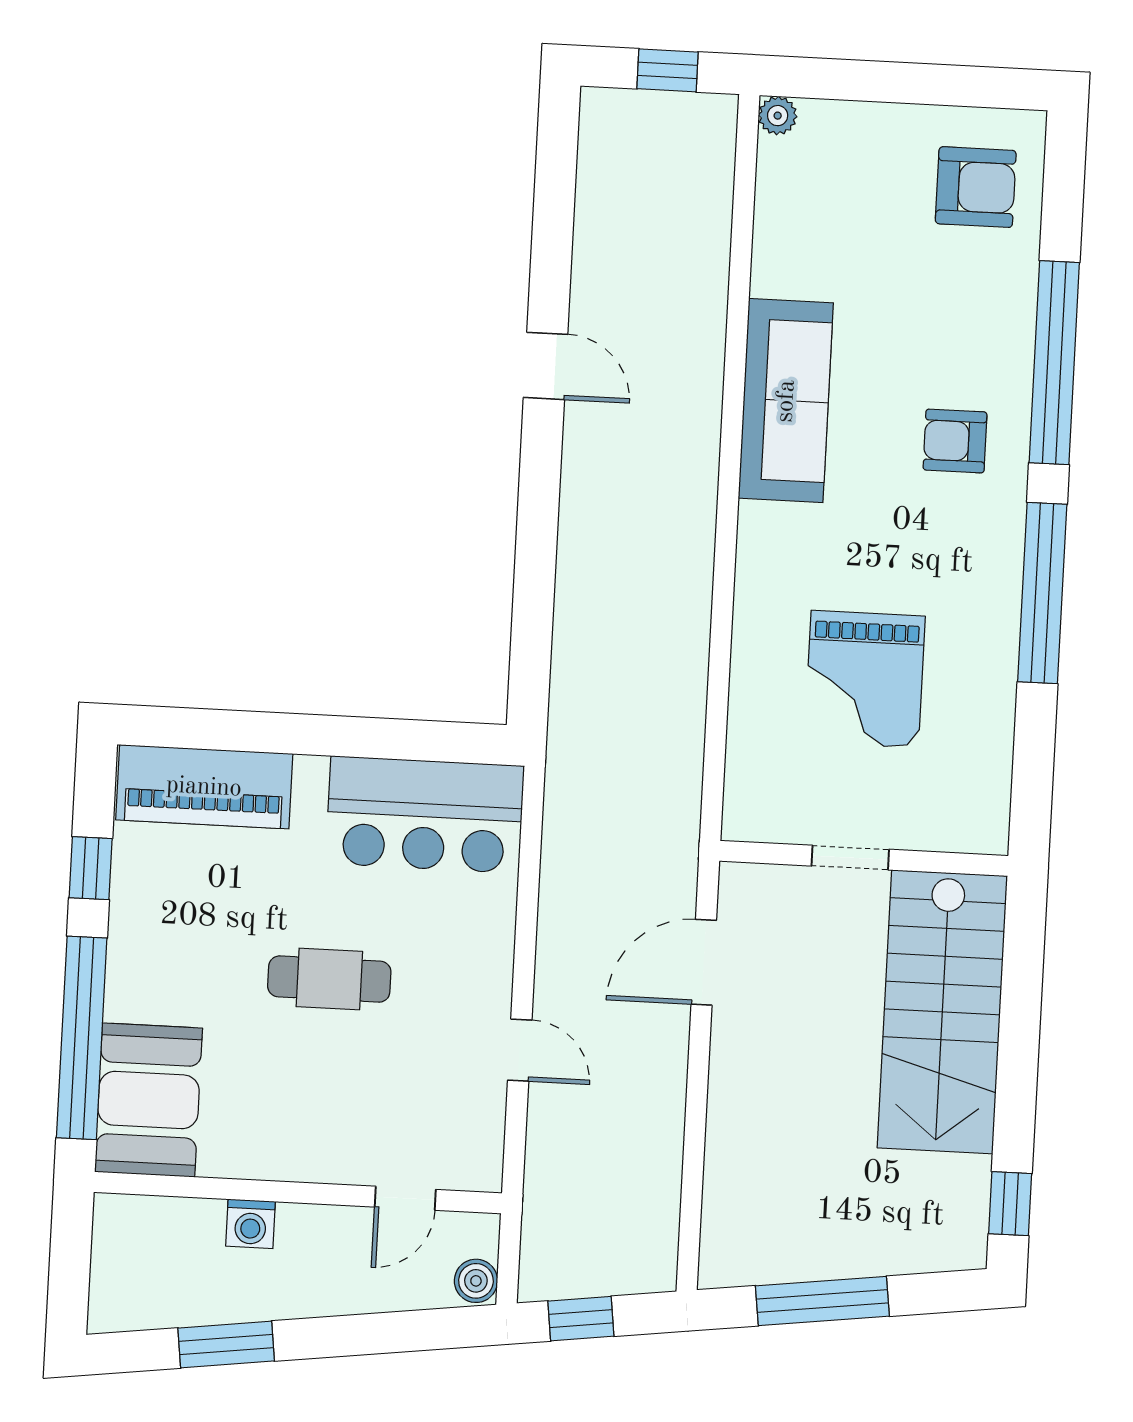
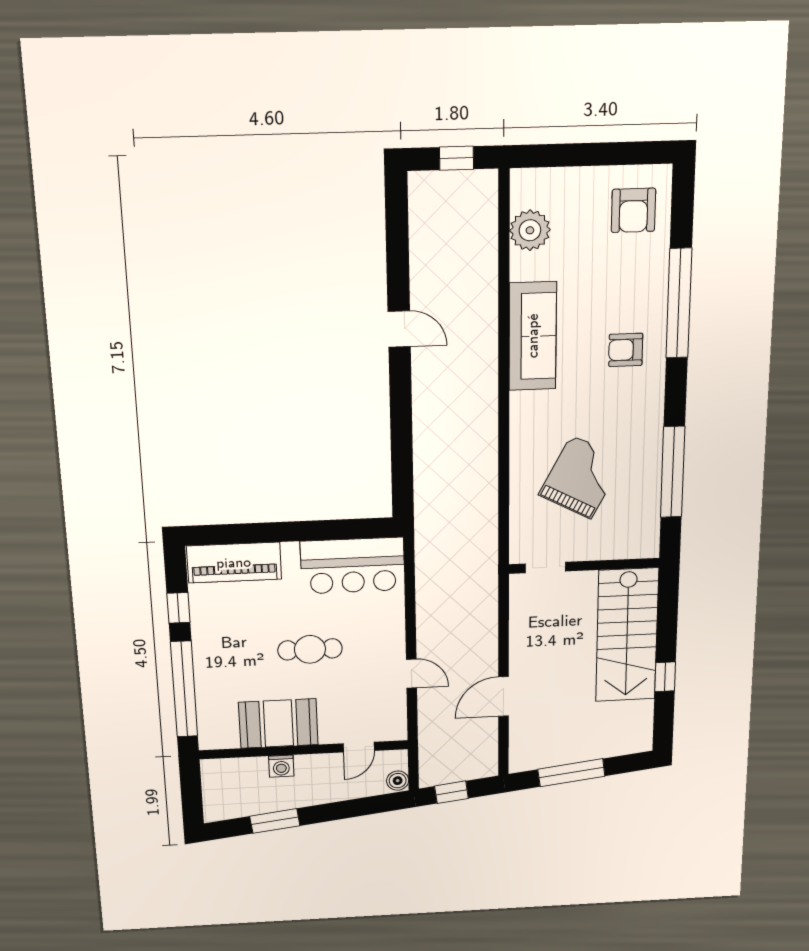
plant: (778, 116) -> (530, 230), moved, width x1.87, depth x1.87
armchair: (976, 187) -> (633, 210), turned 90
window: (1042, 593) -> (673, 472), moved
grand piano: (865, 679) -> (581, 477), turned -152
doorway: (850, 858) -> (545, 567), moved
door: (704, 962) -> (504, 696), moved
booth: (149, 1100) -> (278, 723), moved, turned 90
window: (1010, 1204) -> (665, 677), moved

